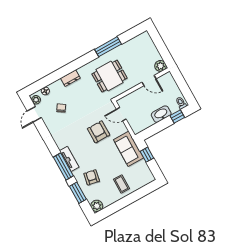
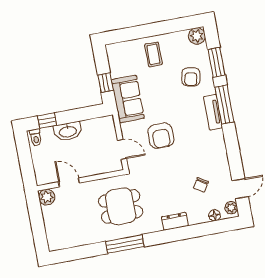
window: (108, 47) -> (125, 244), moved

